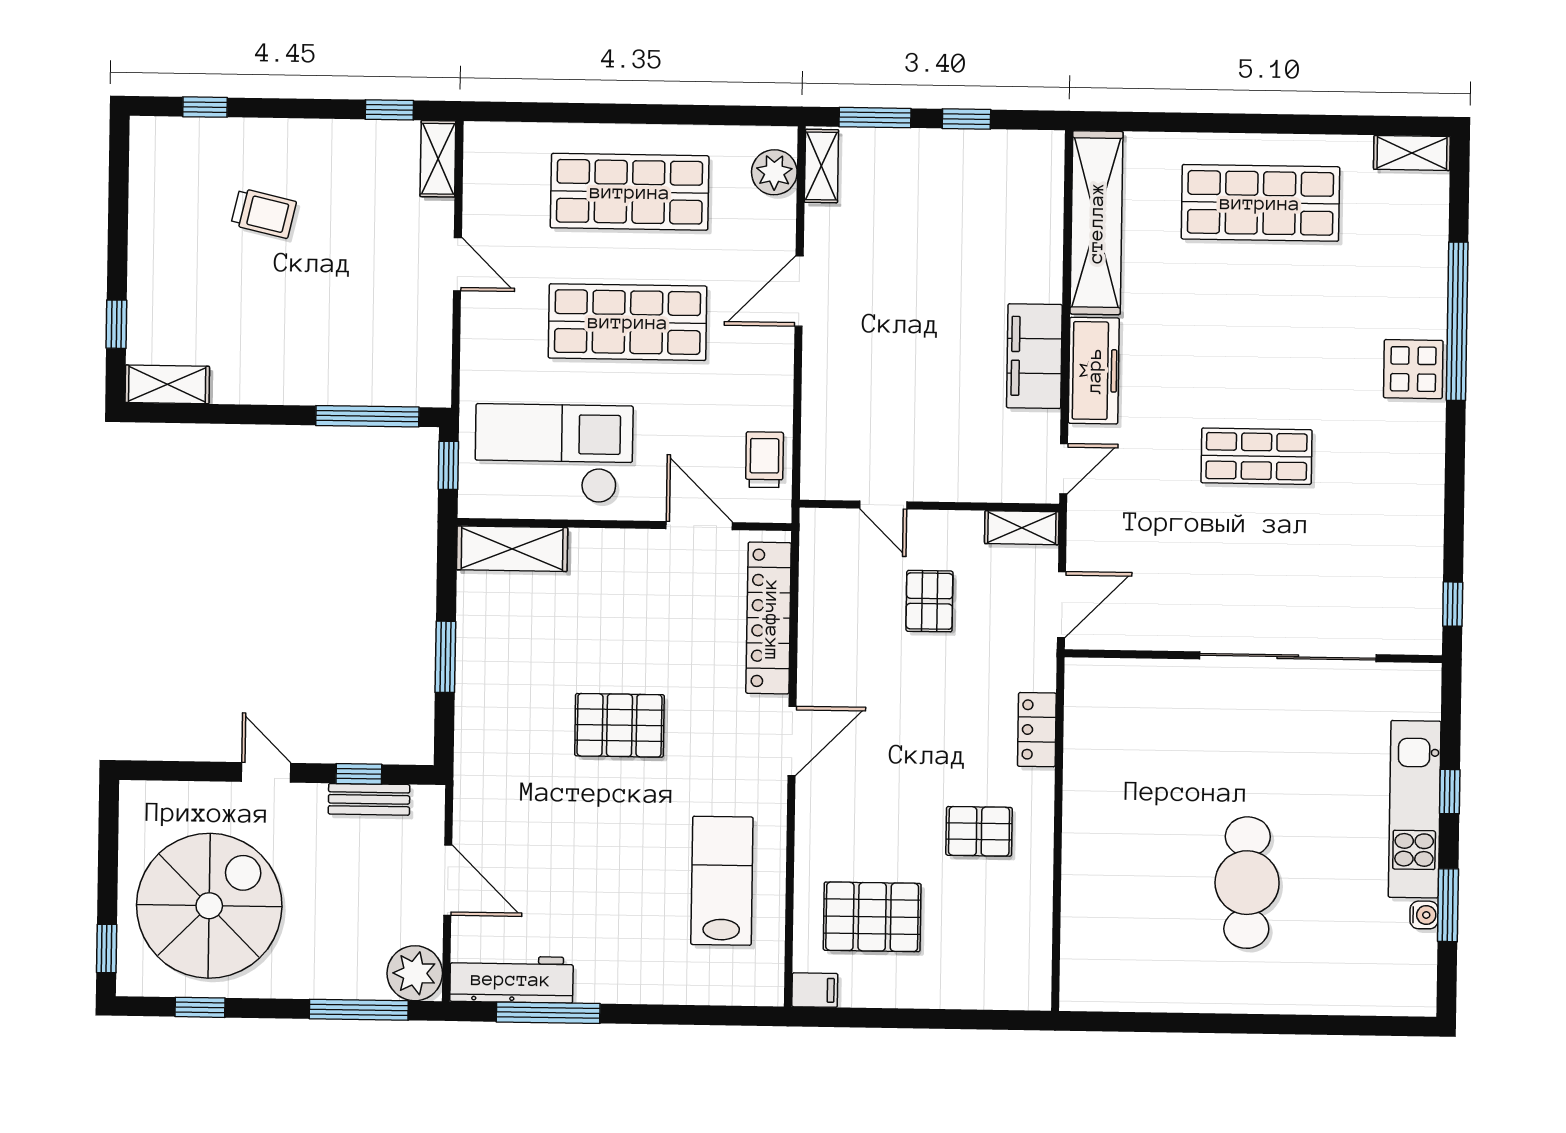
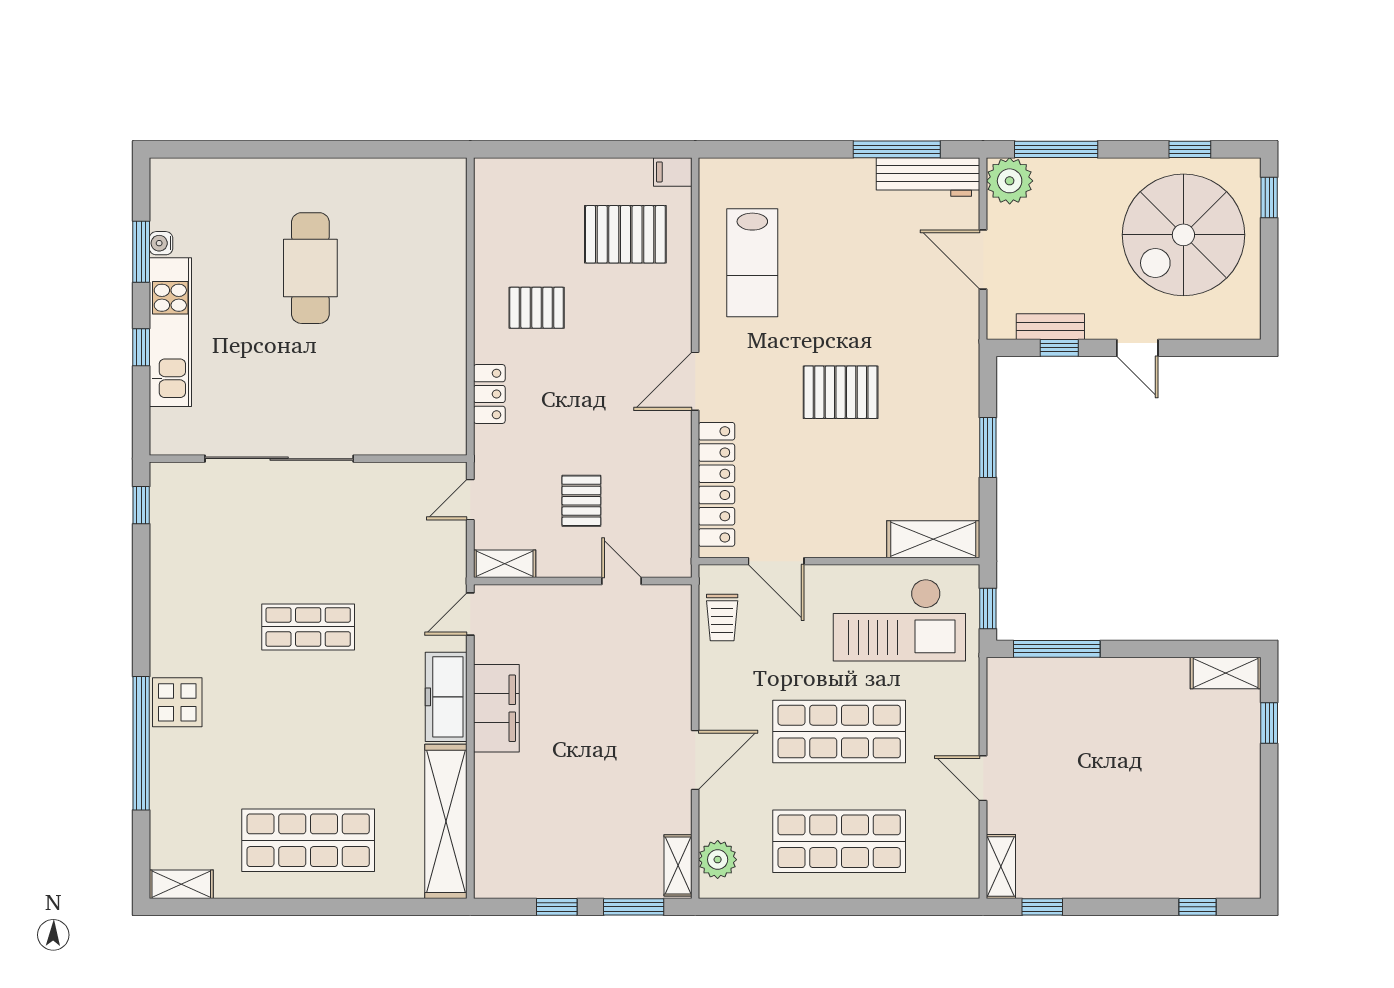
trolley: (264, 213) -> (1147, 818), removed
door: (1061, 605) -> (470, 500), width x0.73

